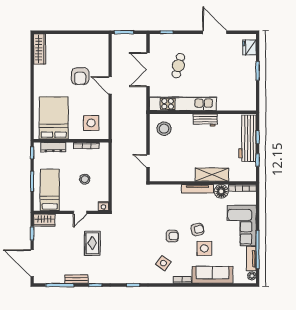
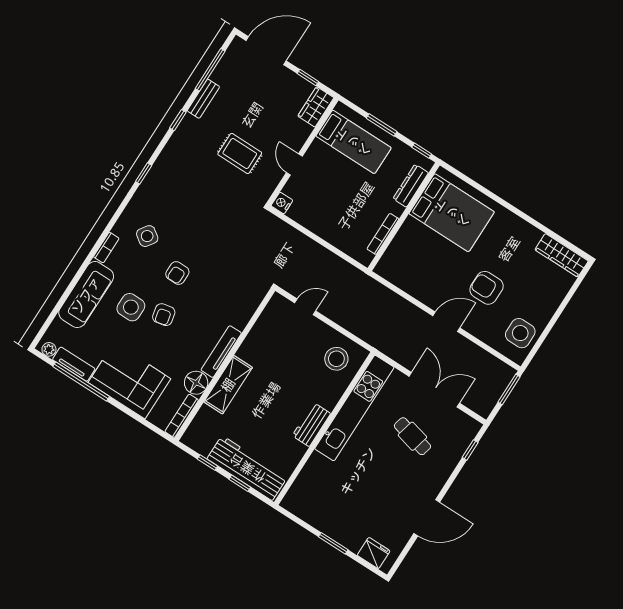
side table: (91, 123) -> (520, 333), moved
stool: (85, 179) -> (337, 201), removed

